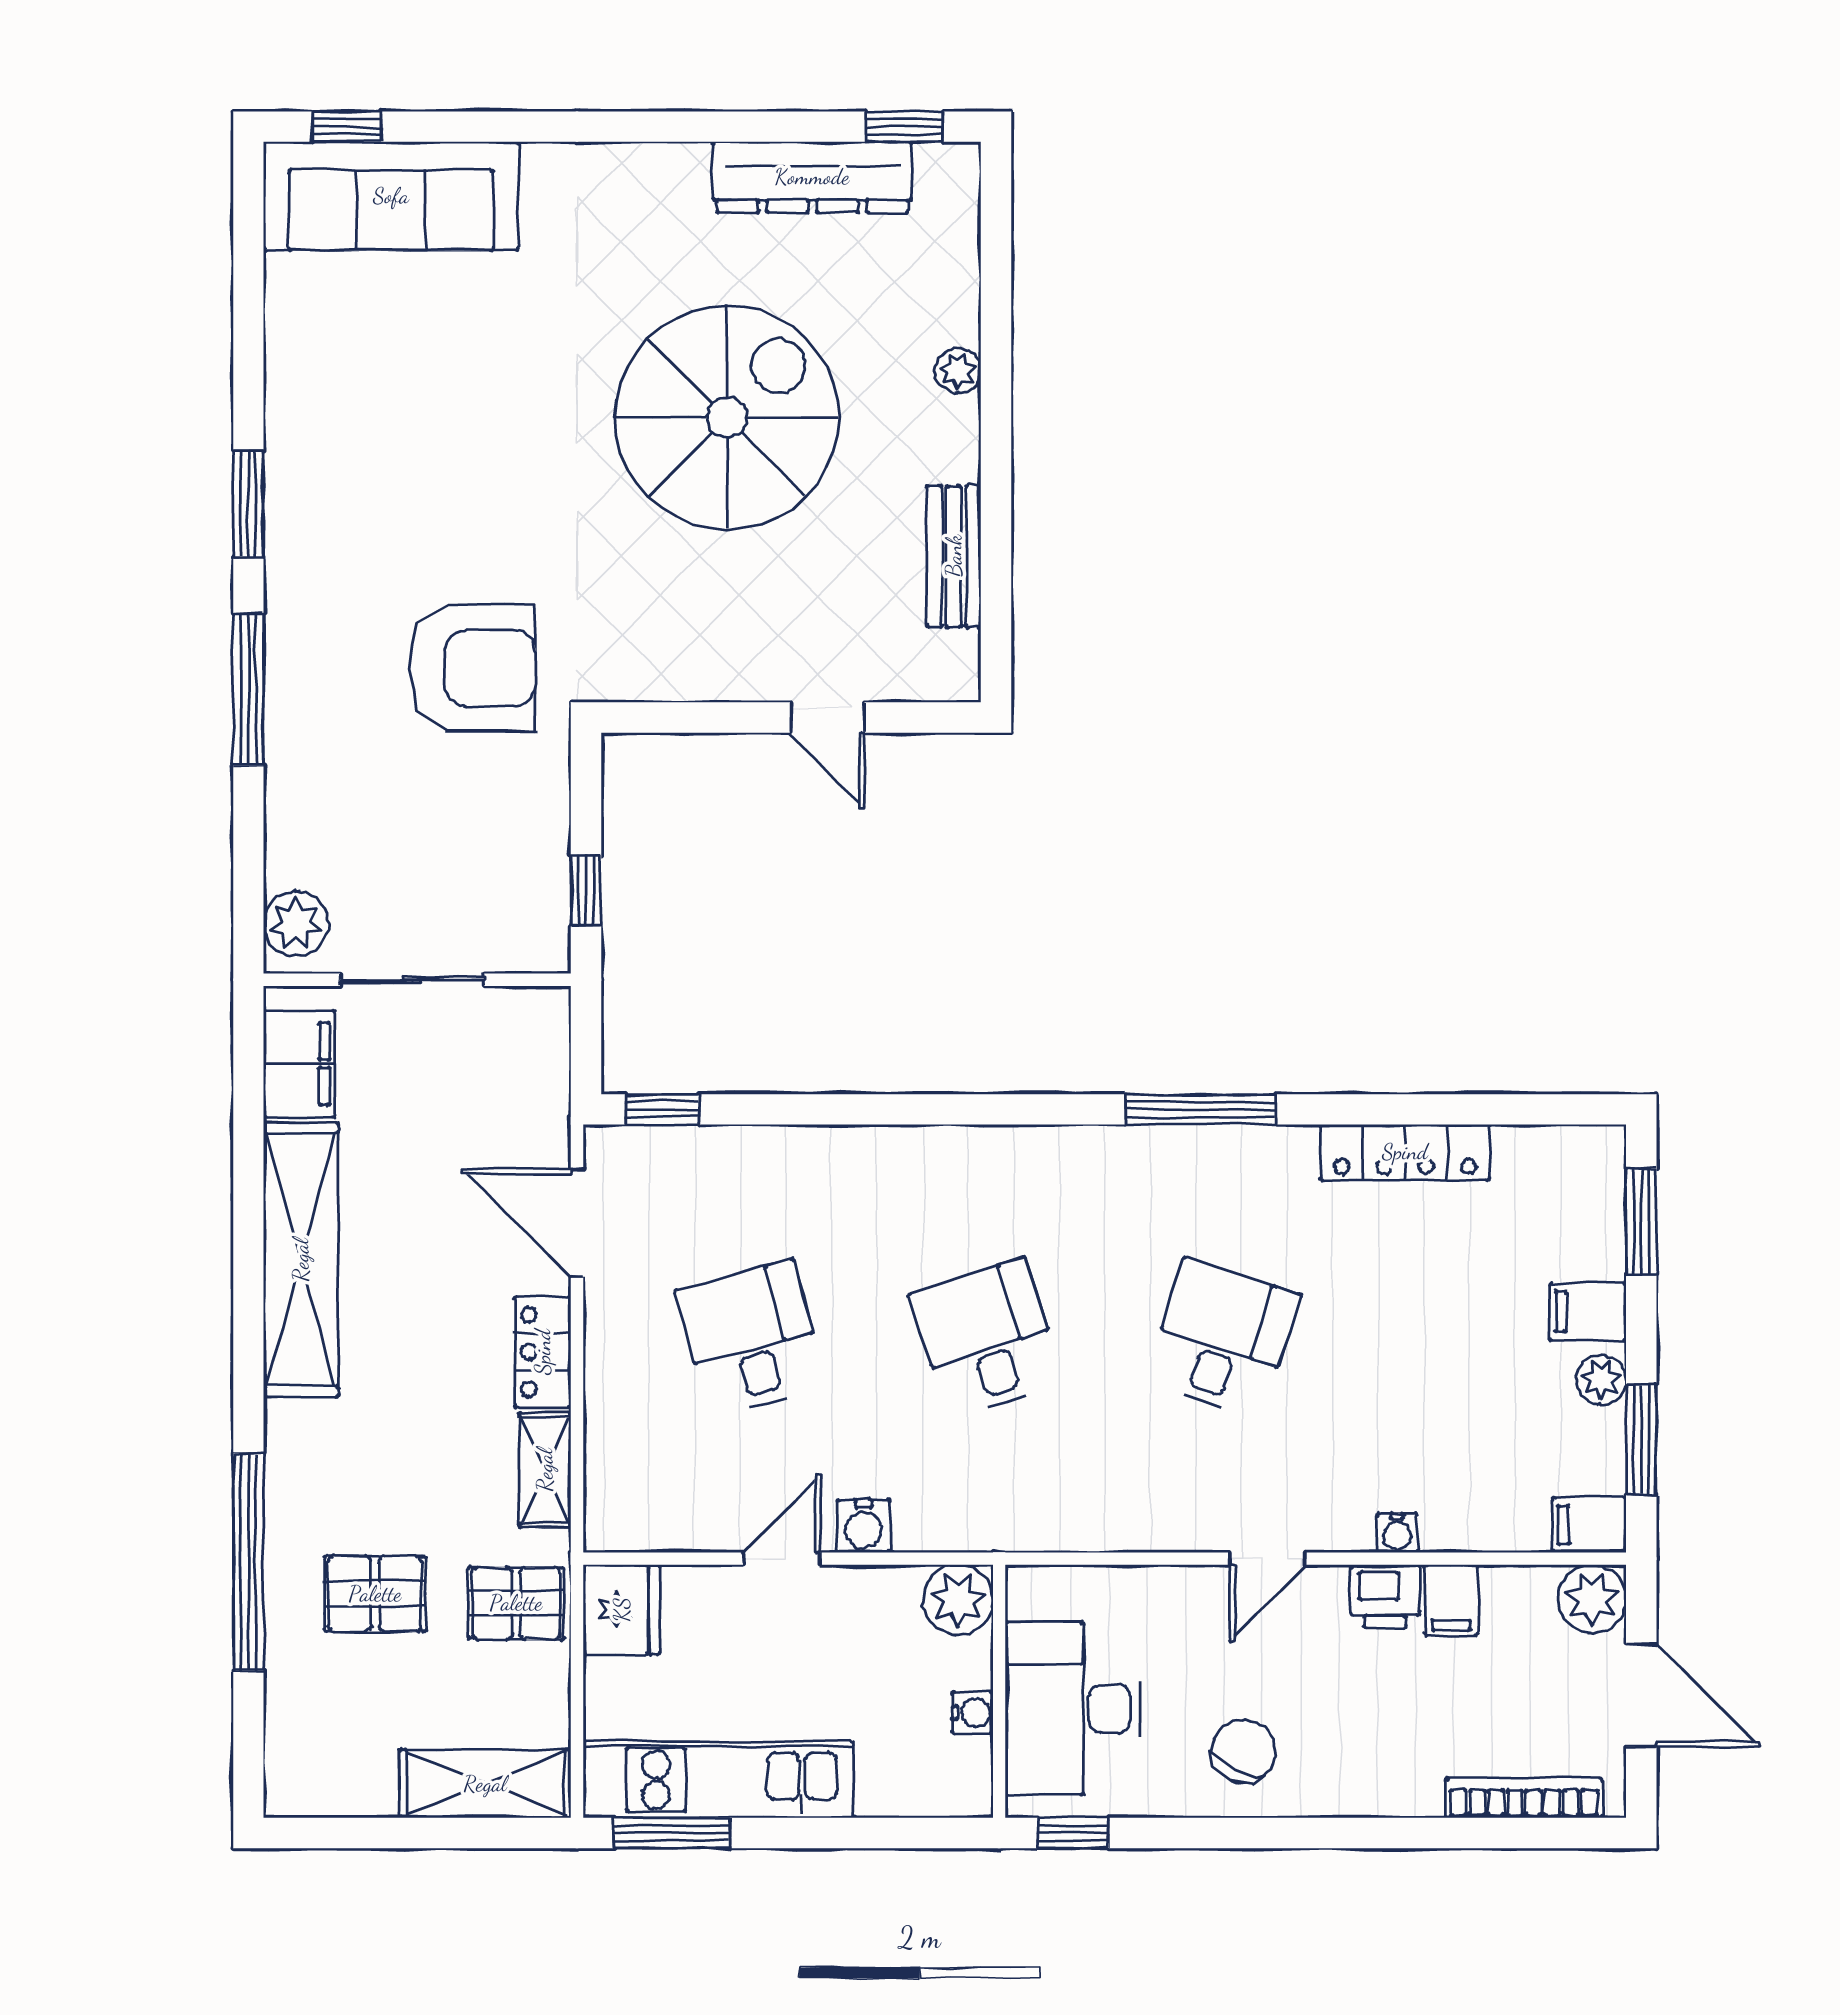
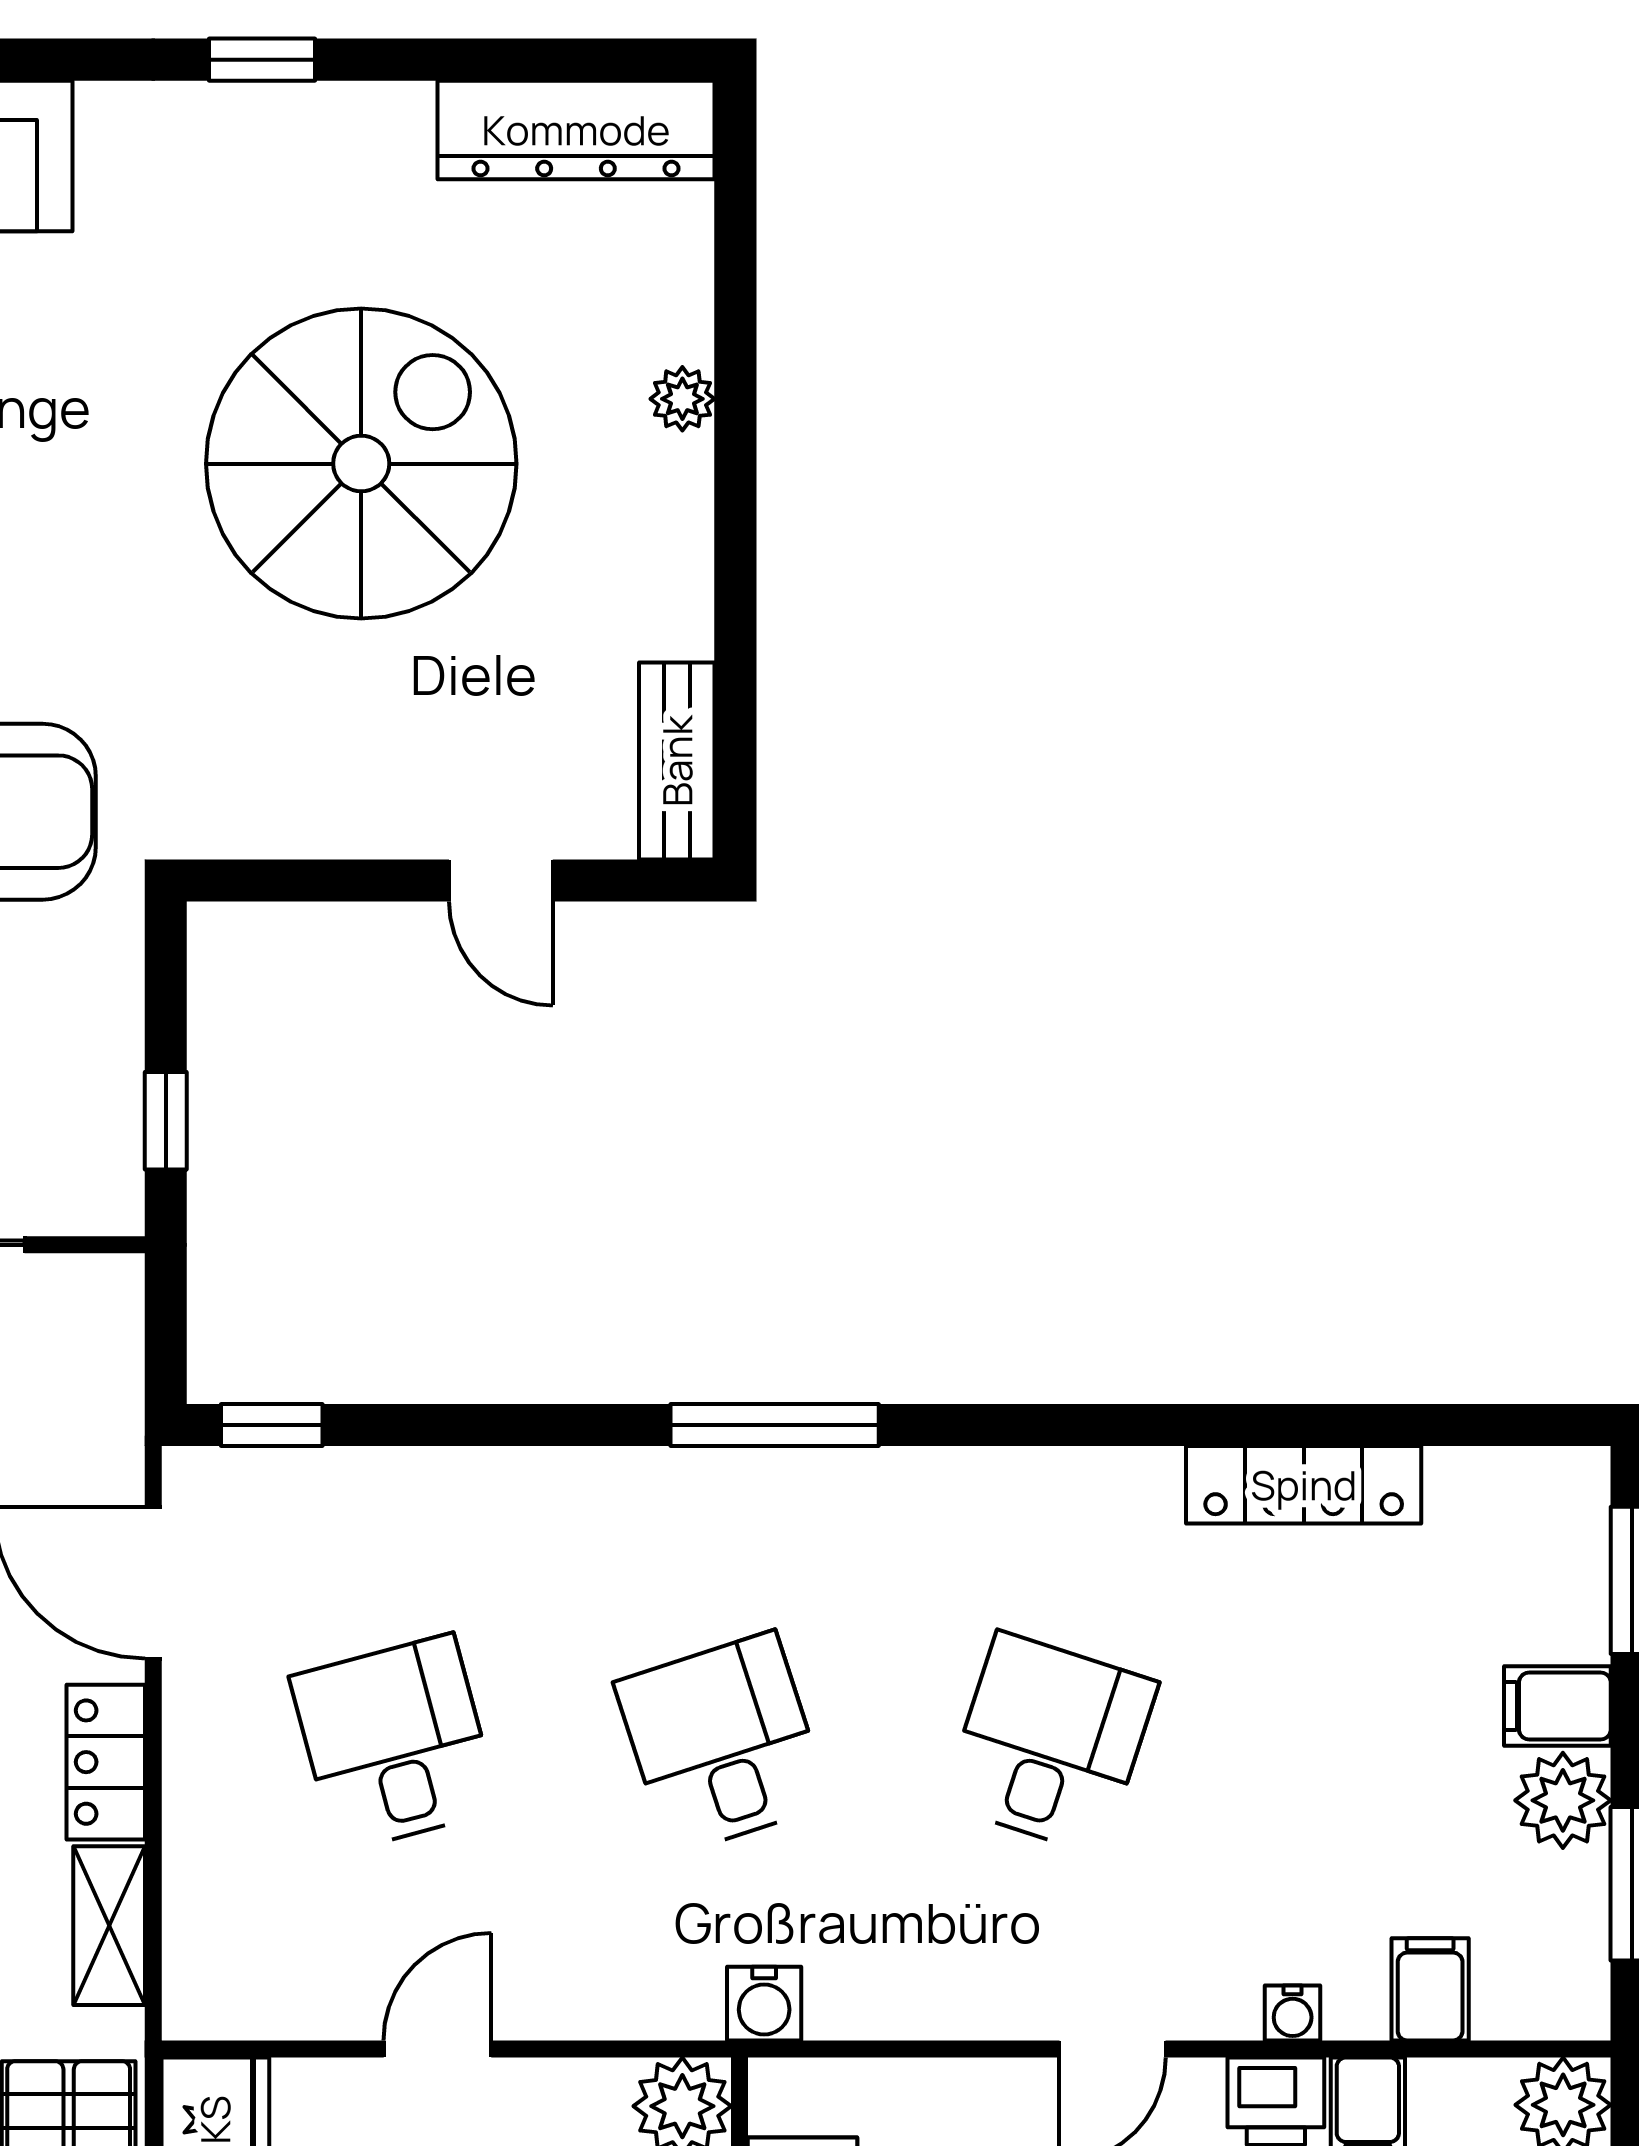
window: (905, 127) -> (262, 60), moved
dresser: (812, 177) -> (576, 130), moved
bench: (954, 556) -> (677, 761), moved
window: (1201, 1109) -> (775, 1425), moved
plant: (1601, 1380) -> (1563, 1800), width x1.38, depth x1.38
filing cabinet: (1589, 1525) -> (1430, 1989), moved, turned 90
water cooler: (863, 1526) -> (764, 2004), moved

